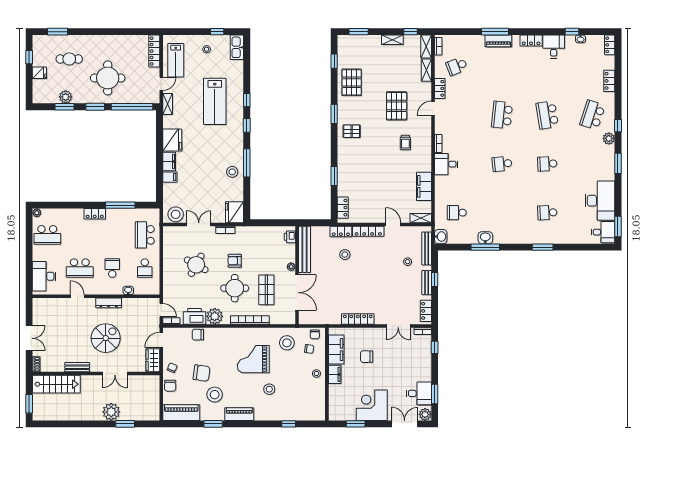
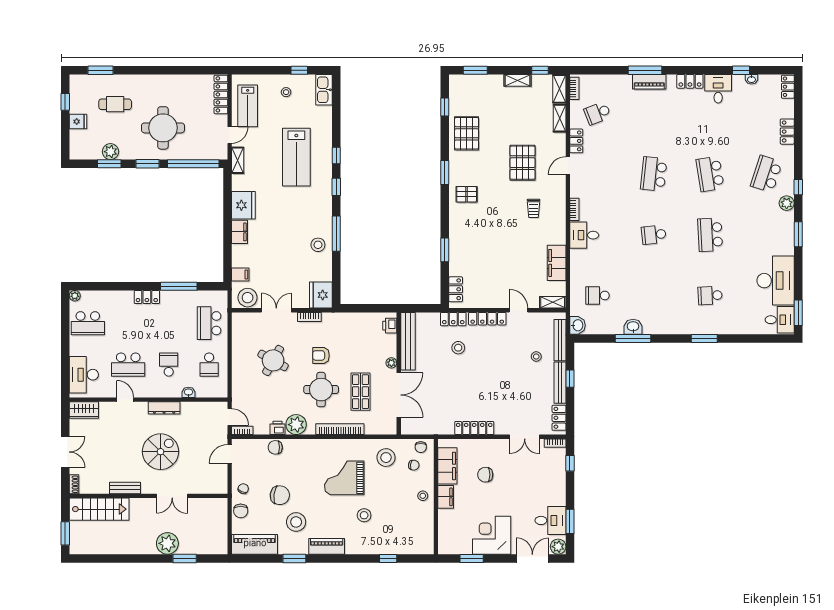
school desk: (547, 164) -> (710, 235), width x1.85
filing cabinet: (170, 177) -> (240, 274), moved
bench: (427, 283) -> (560, 383), width x1.36
printer: (194, 316) -> (277, 428), width x0.53, depth x0.68
wardrobe: (153, 360) -> (84, 410), moved, turned -90

